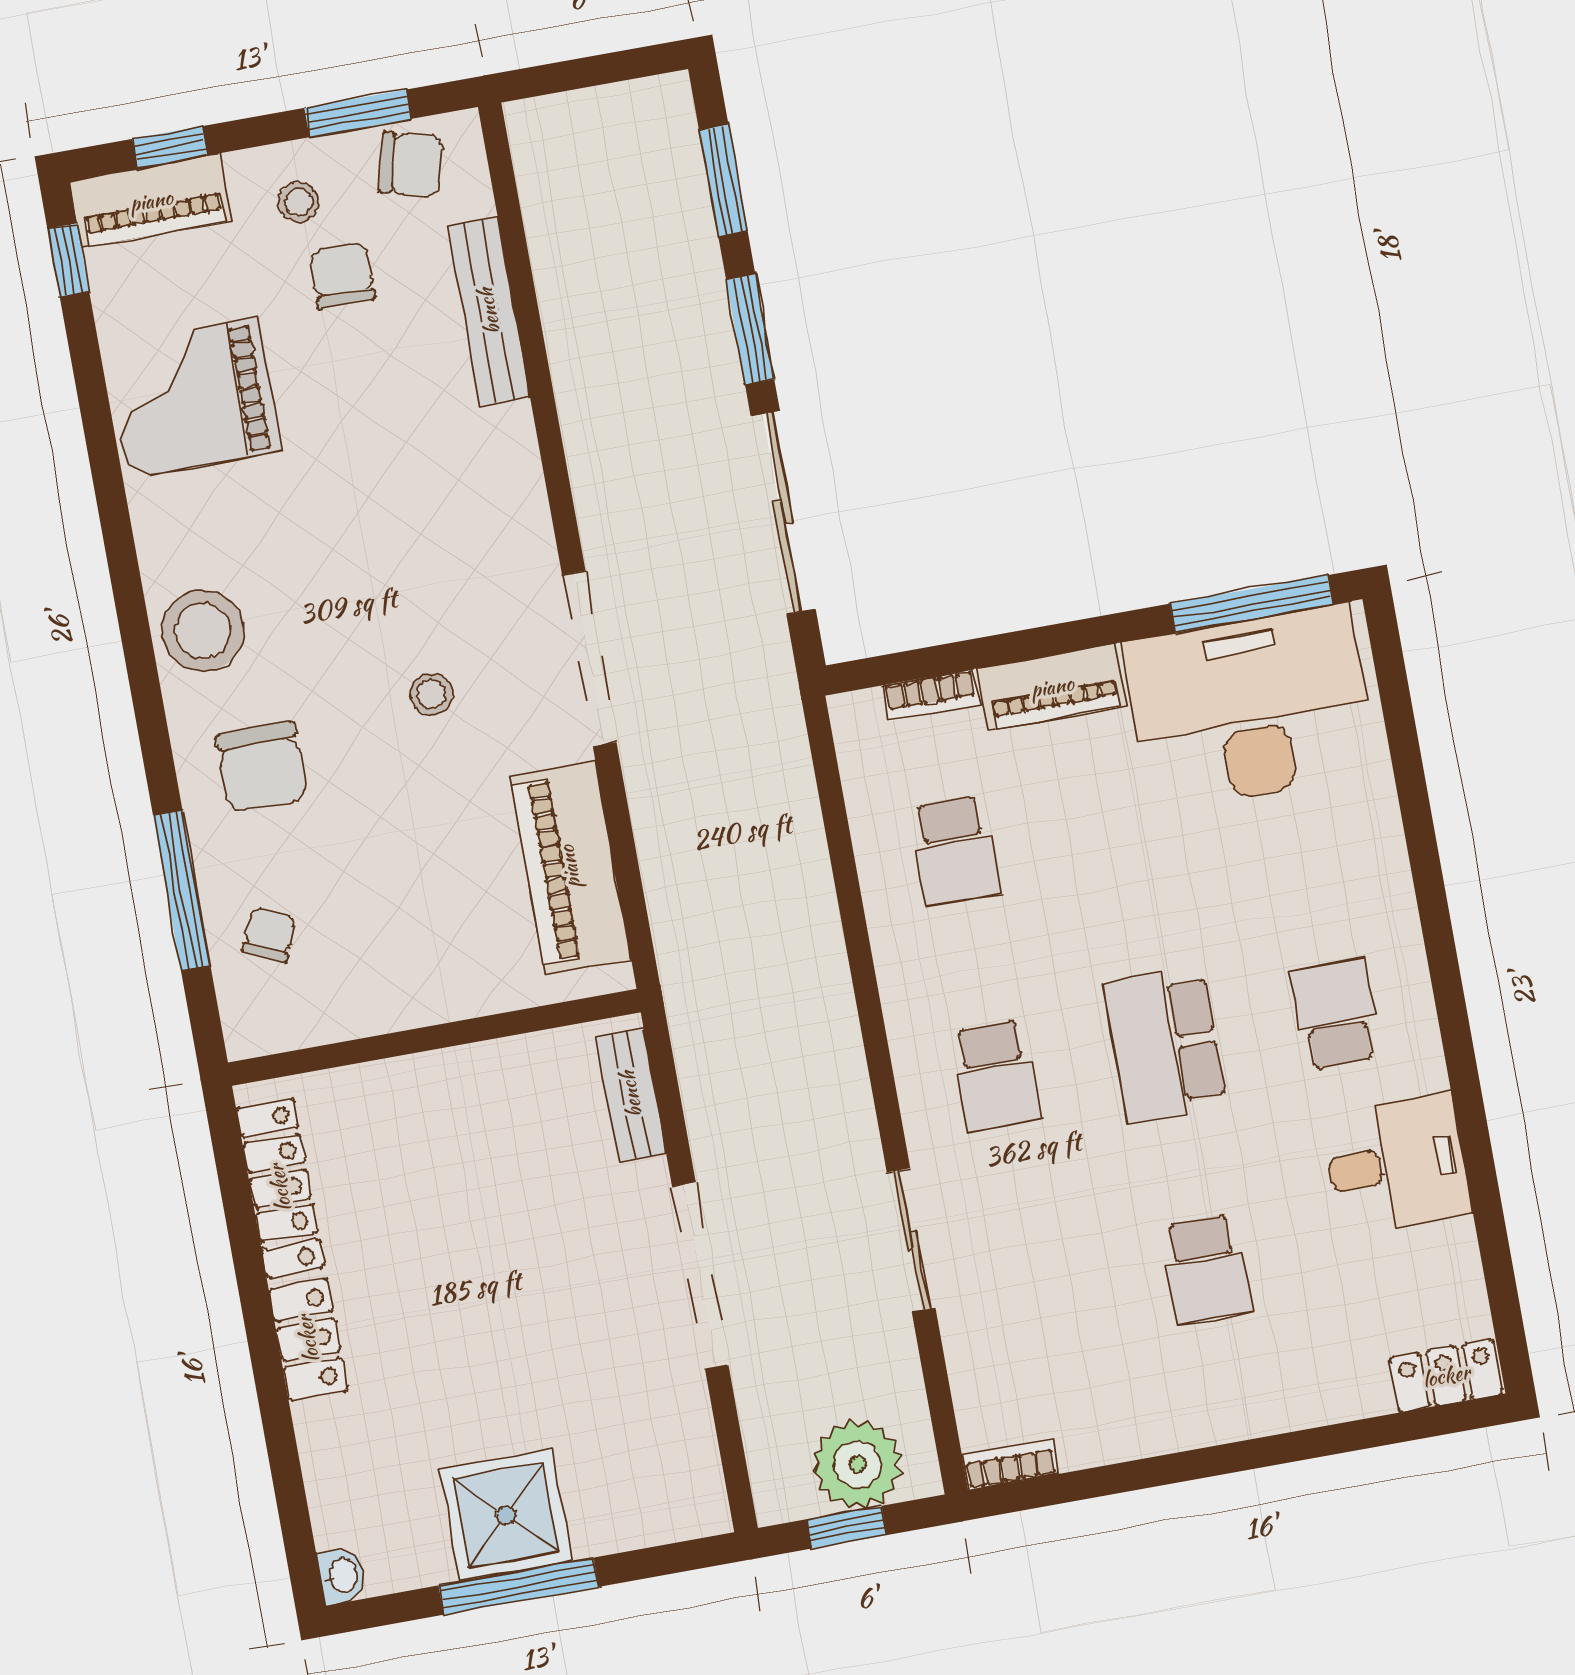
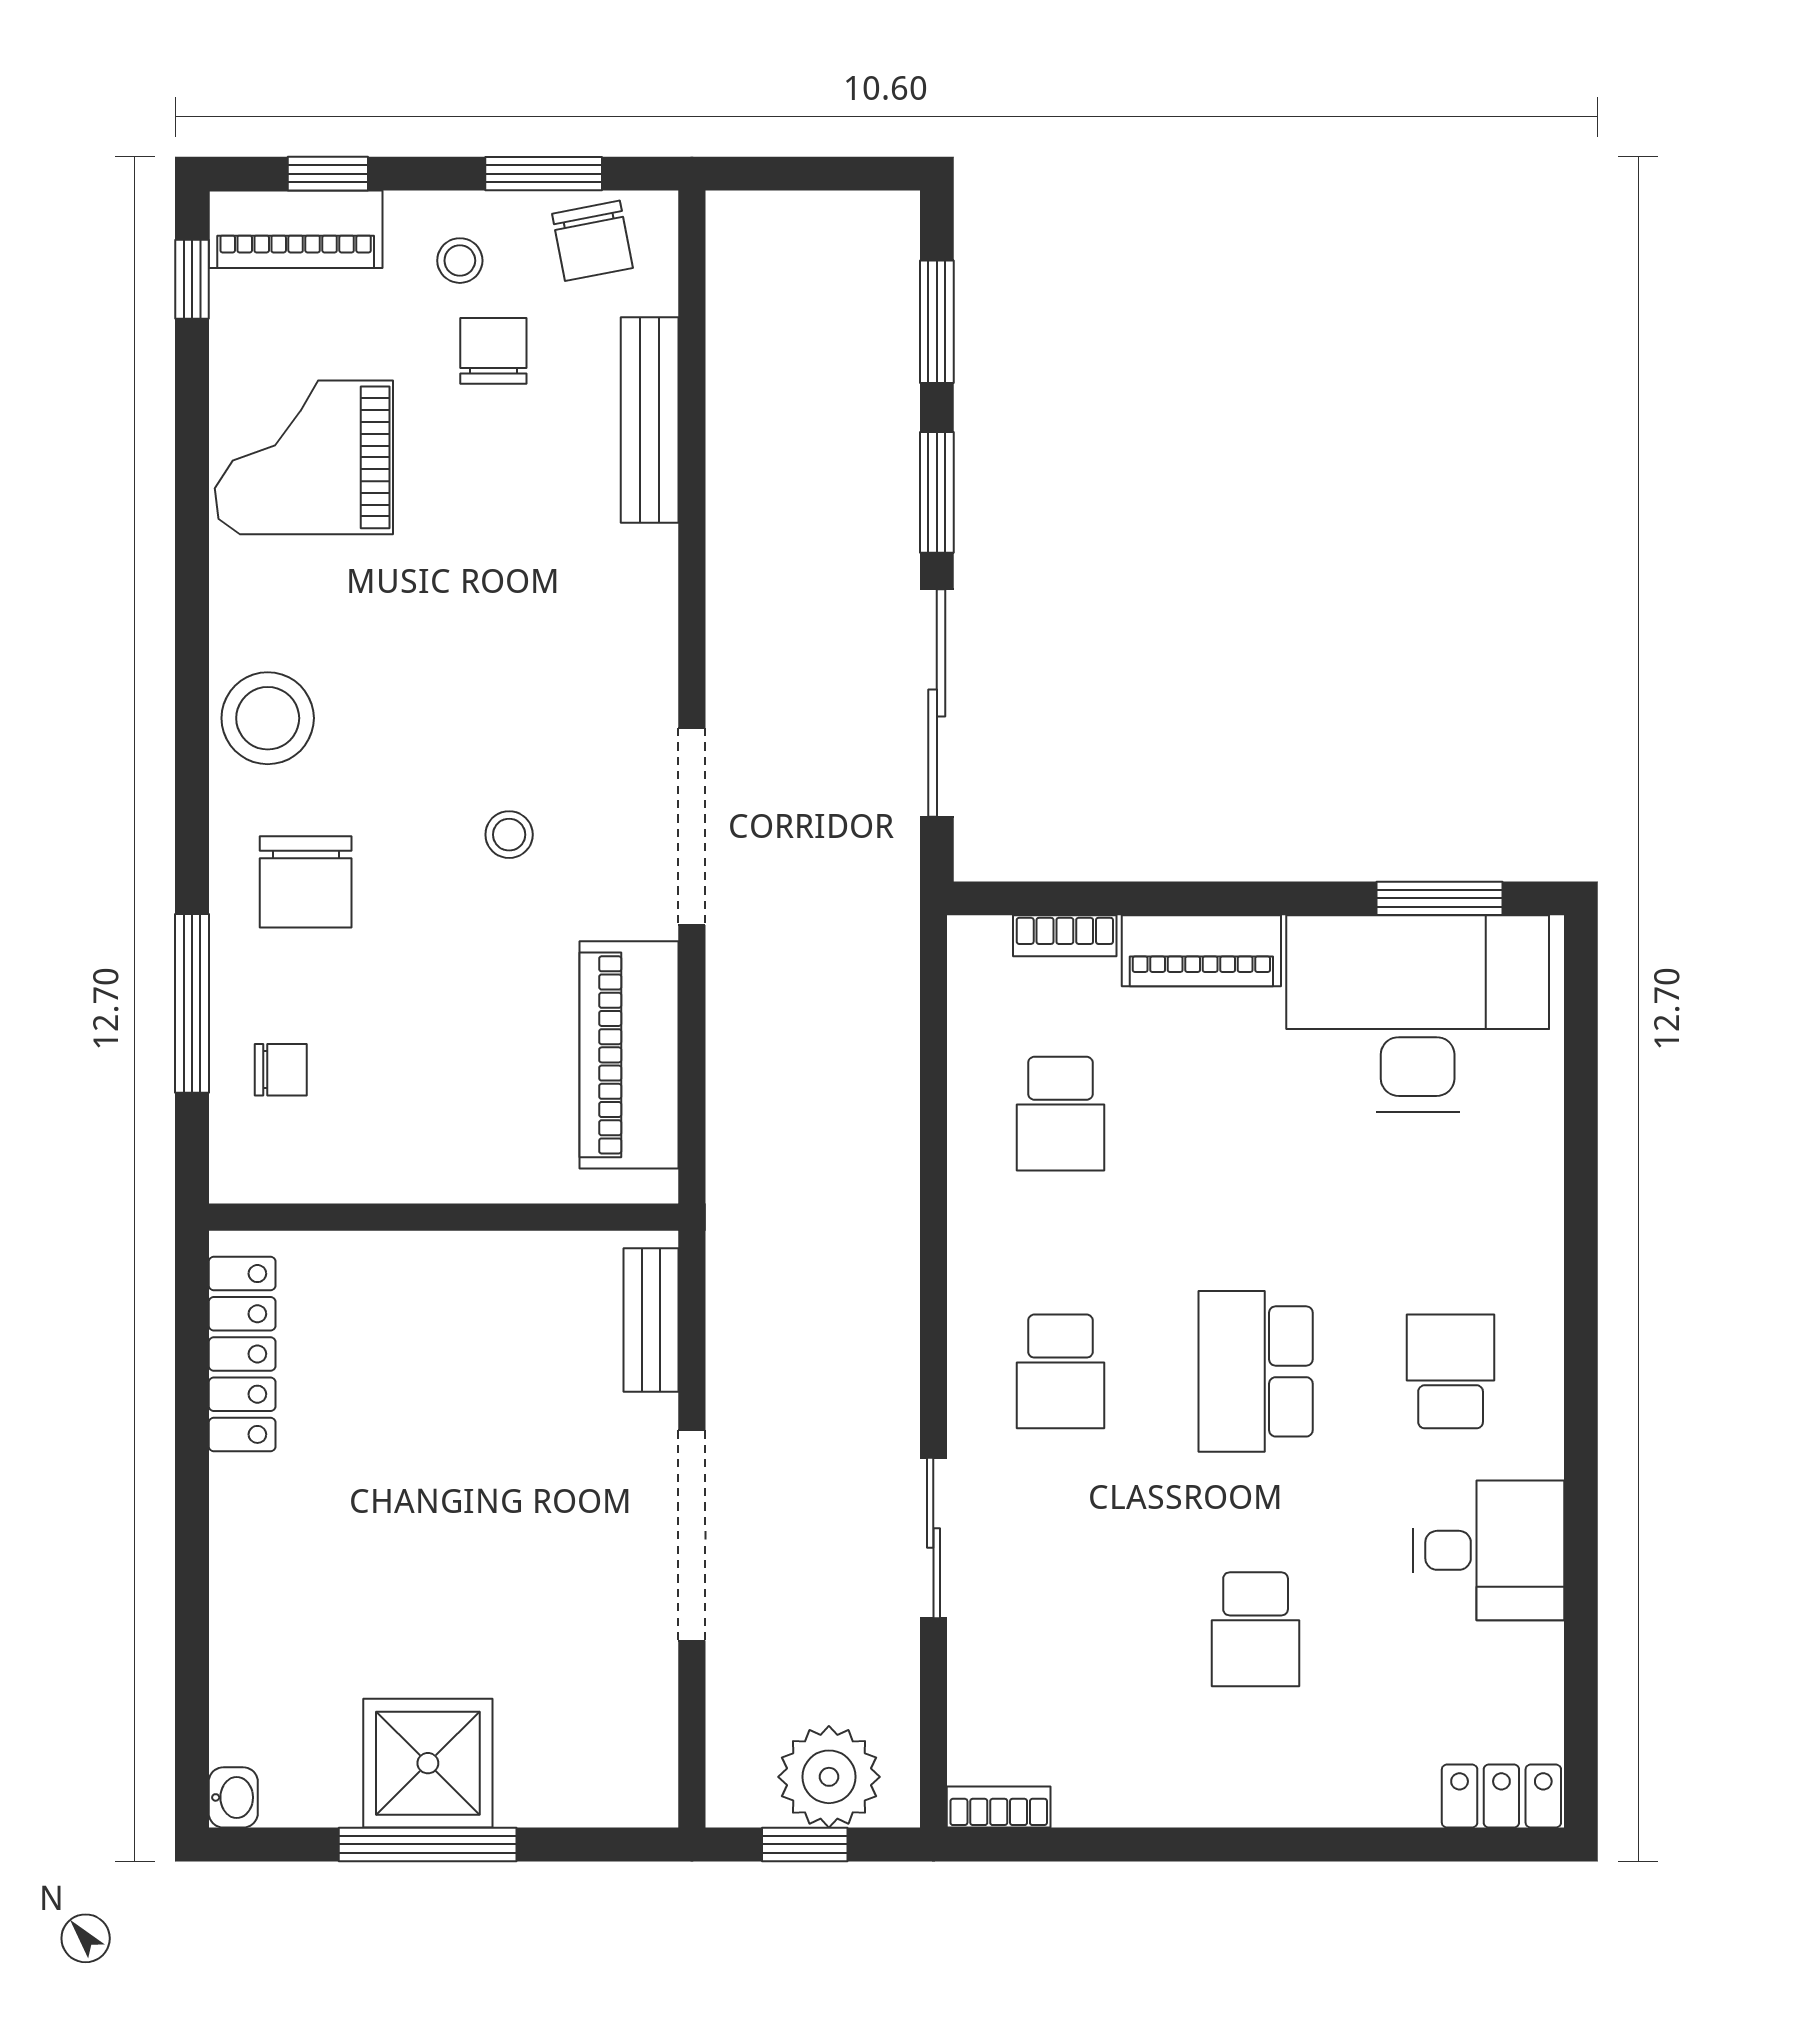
chair: (411, 164) -> (592, 241), turned 64
window: (1251, 604) -> (1440, 898), width x0.69
chair: (269, 935) -> (281, 1070), turned 65
locker: (308, 1339) -> (243, 1528), removed

